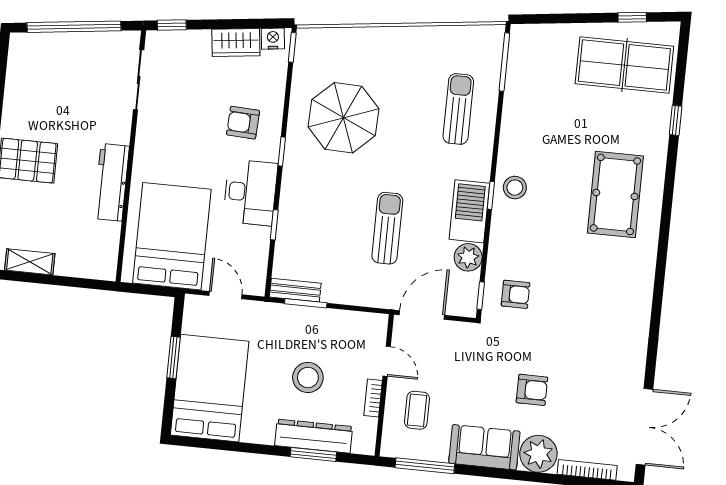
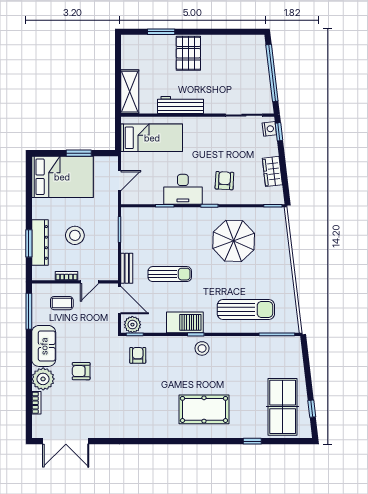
nightstand: (273, 39) -> (269, 129), moved
sun lounger: (458, 109) -> (246, 310), width x1.36, depth x1.34
bed: (172, 236) -> (152, 138), width x0.67
plant: (468, 257) -> (132, 325), moved
shelving: (30, 262) -> (130, 92), moved, width x1.50, depth x1.33
bench: (295, 290) -> (127, 268), moved
armchair: (515, 294) -> (138, 355), turned 180
armchair: (532, 390) -> (81, 371), turned 90
bookcase: (587, 470) -> (36, 403), width x0.64

